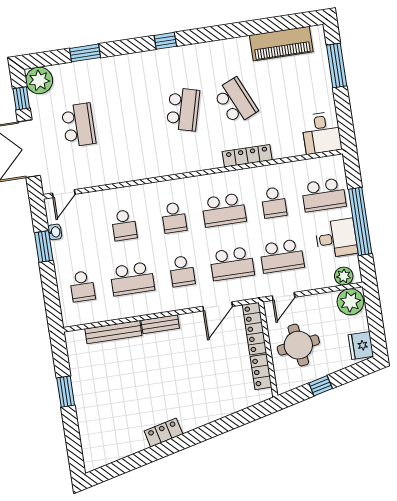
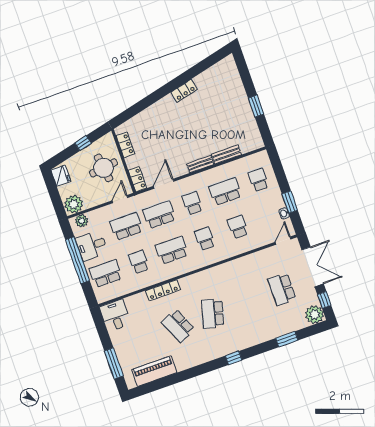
locker: (254, 329) -> (138, 179), width x0.66
bench: (113, 332) -> (226, 154), width x0.73

